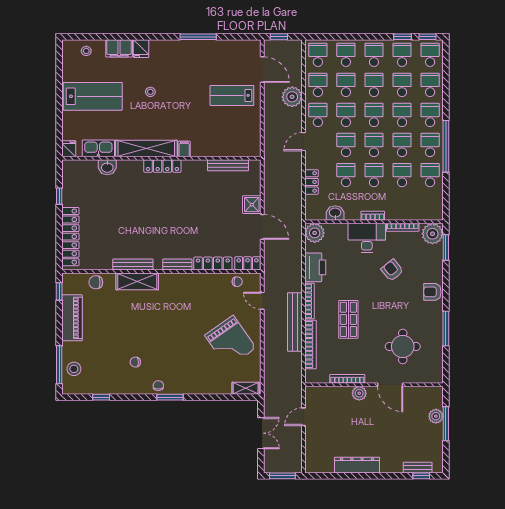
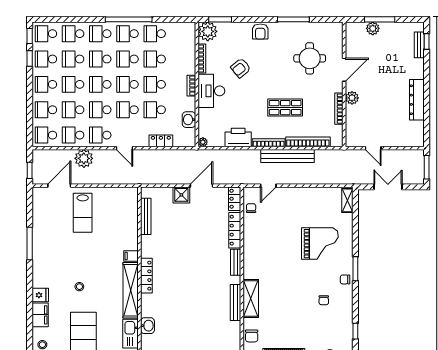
plant: (315, 233) -> (203, 142), width x0.53, depth x0.53
grand piano: (230, 342) -> (320, 244), moved, turned 35

